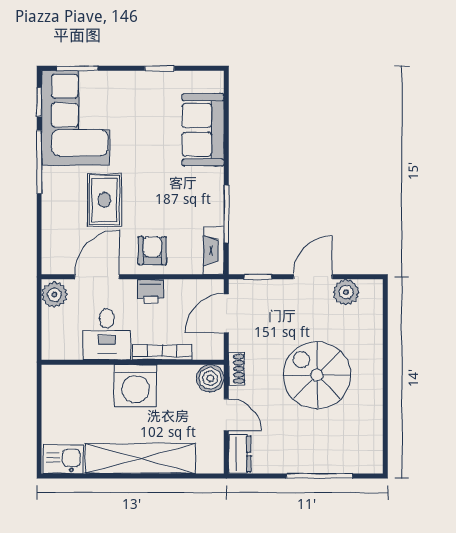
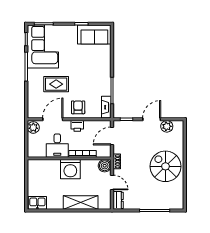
sofa: (203, 130) -> (94, 34), moved, turned -90
rug: (104, 200) -> (56, 84), turned 90
spiral stairs: (317, 375) -> (165, 166), moved
shelving: (140, 459) -> (81, 202), width x0.68

